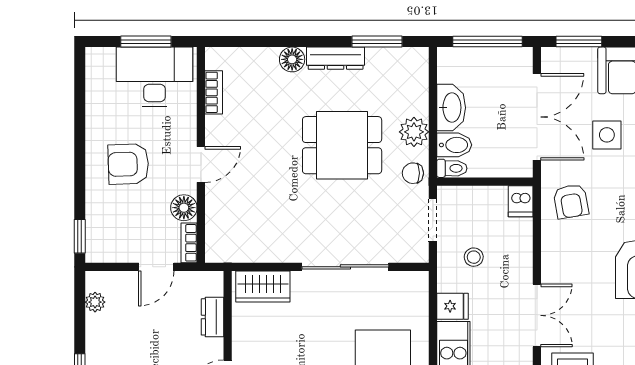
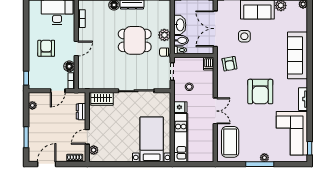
double door: (537, 117) -> (215, 29), swing flipped
armchair: (128, 164) -> (46, 48), turned 92

